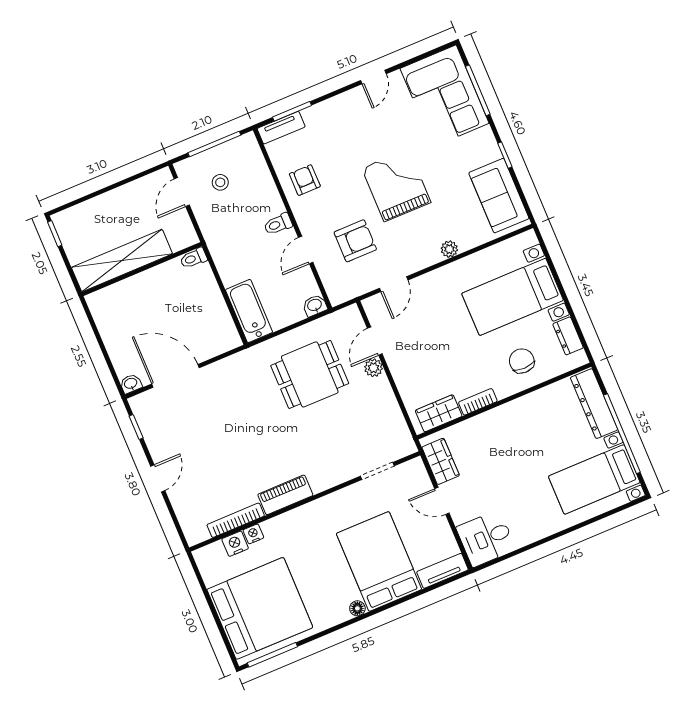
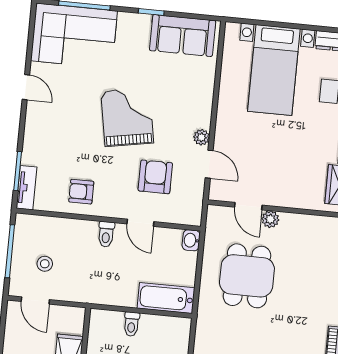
grand piano: (396, 185) -> (127, 117), turned 80
plant: (449, 249) -> (201, 137), moved
toilet: (194, 258) -> (131, 324), moved

